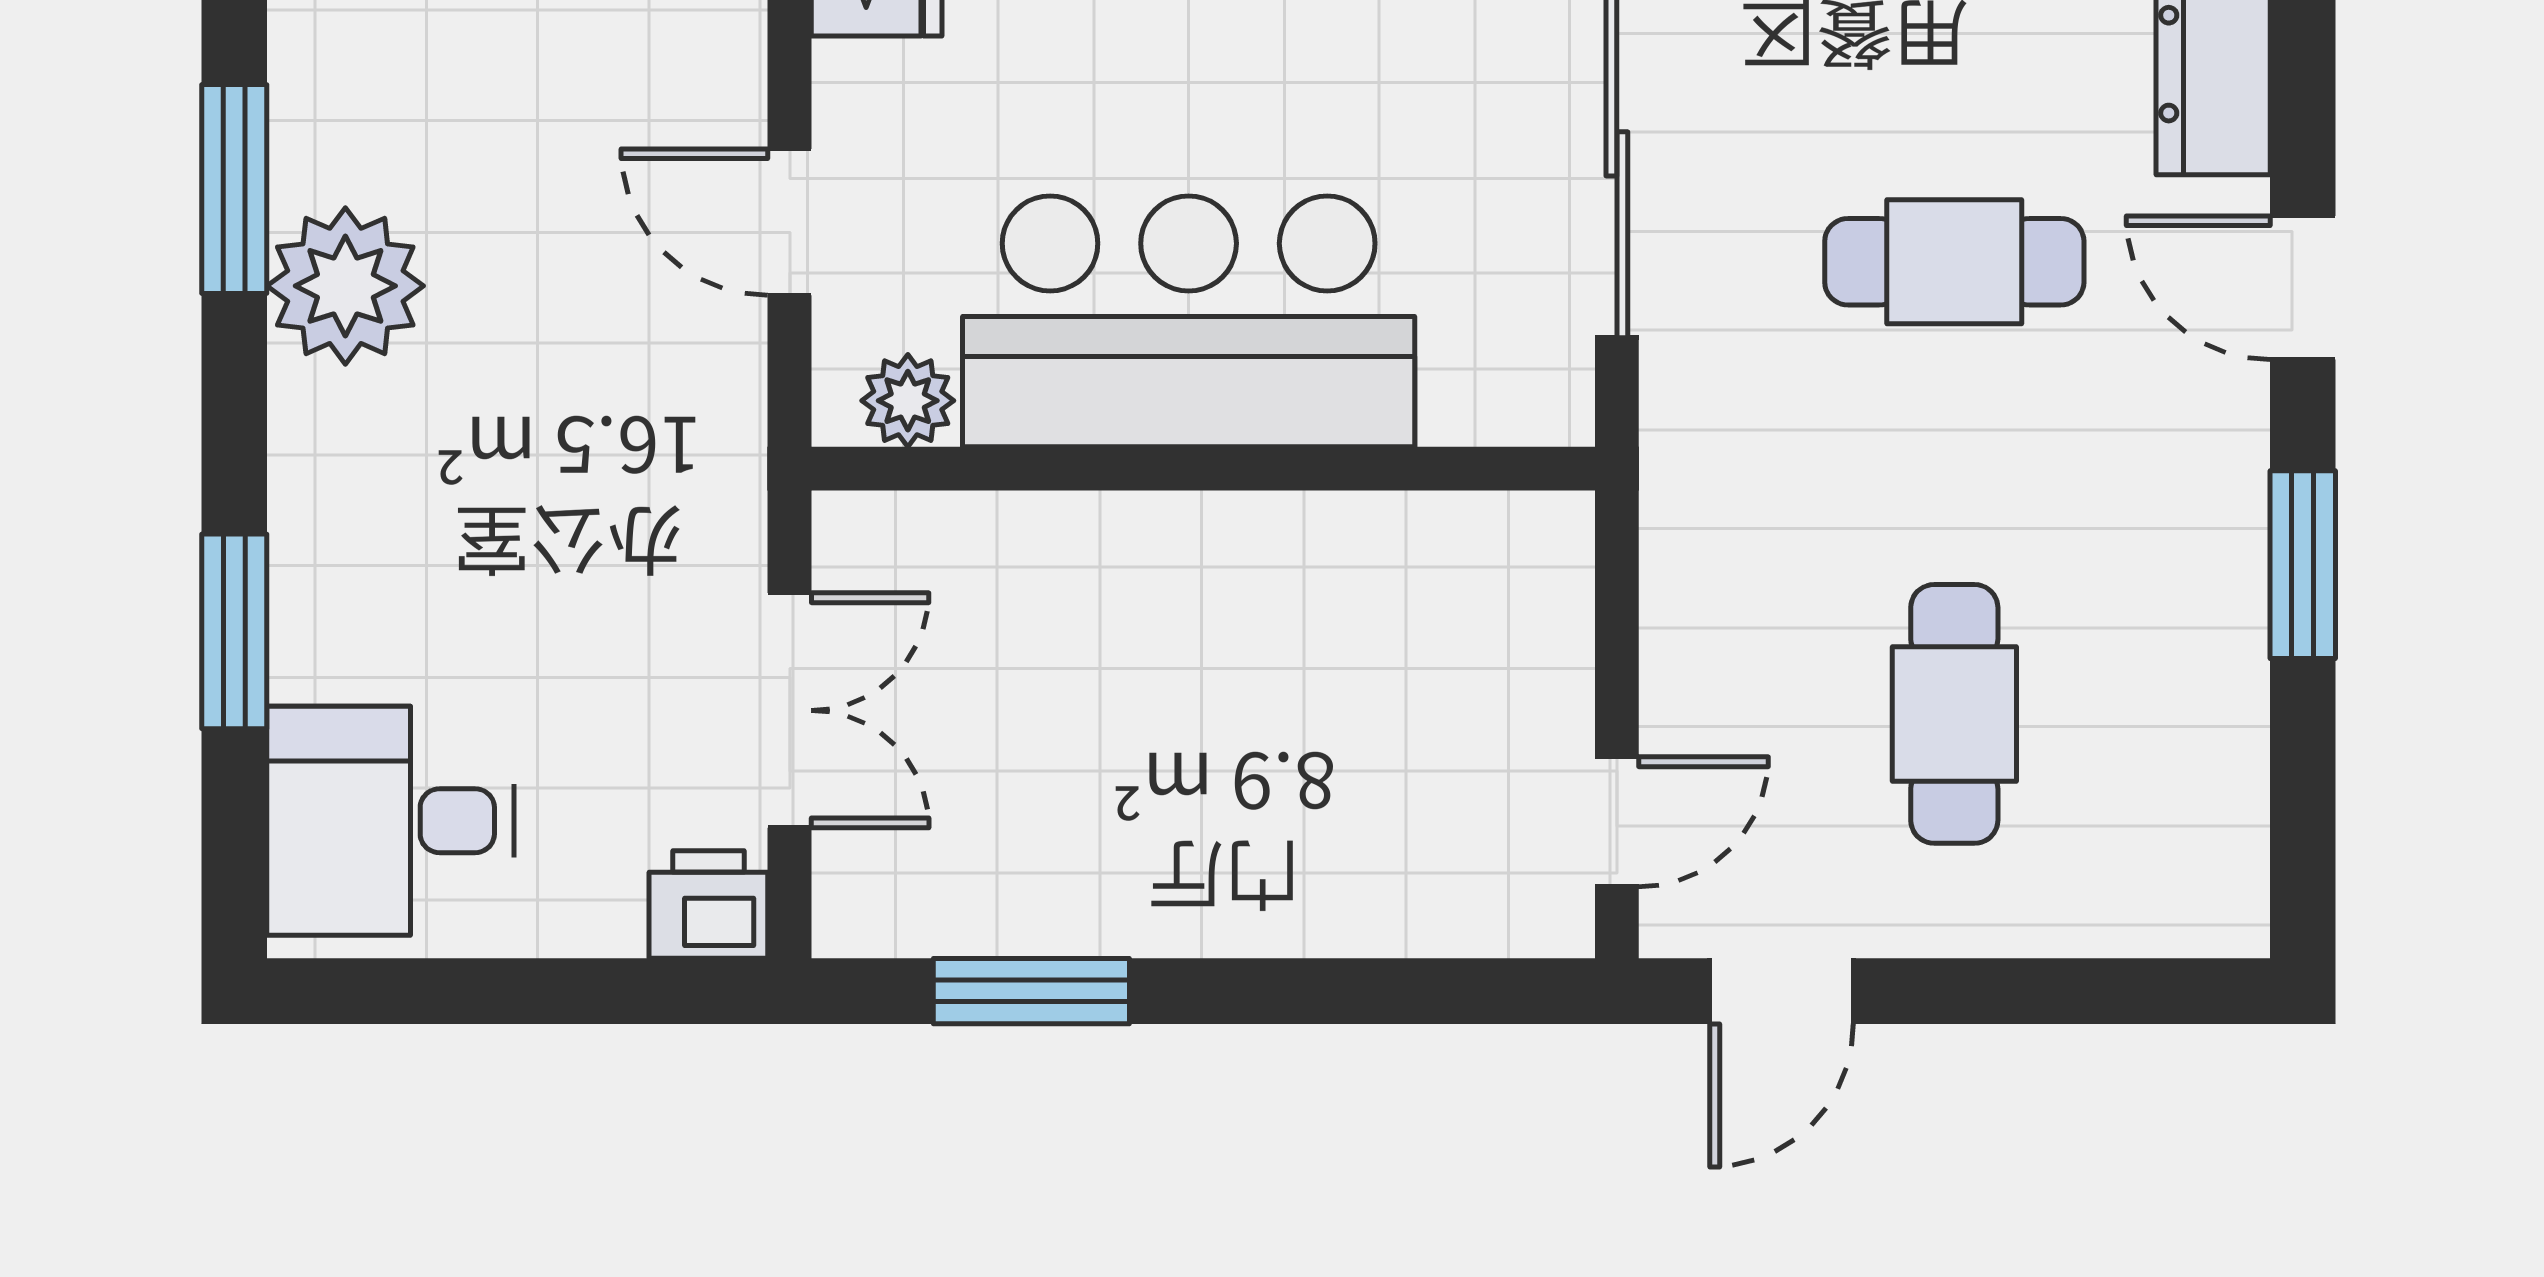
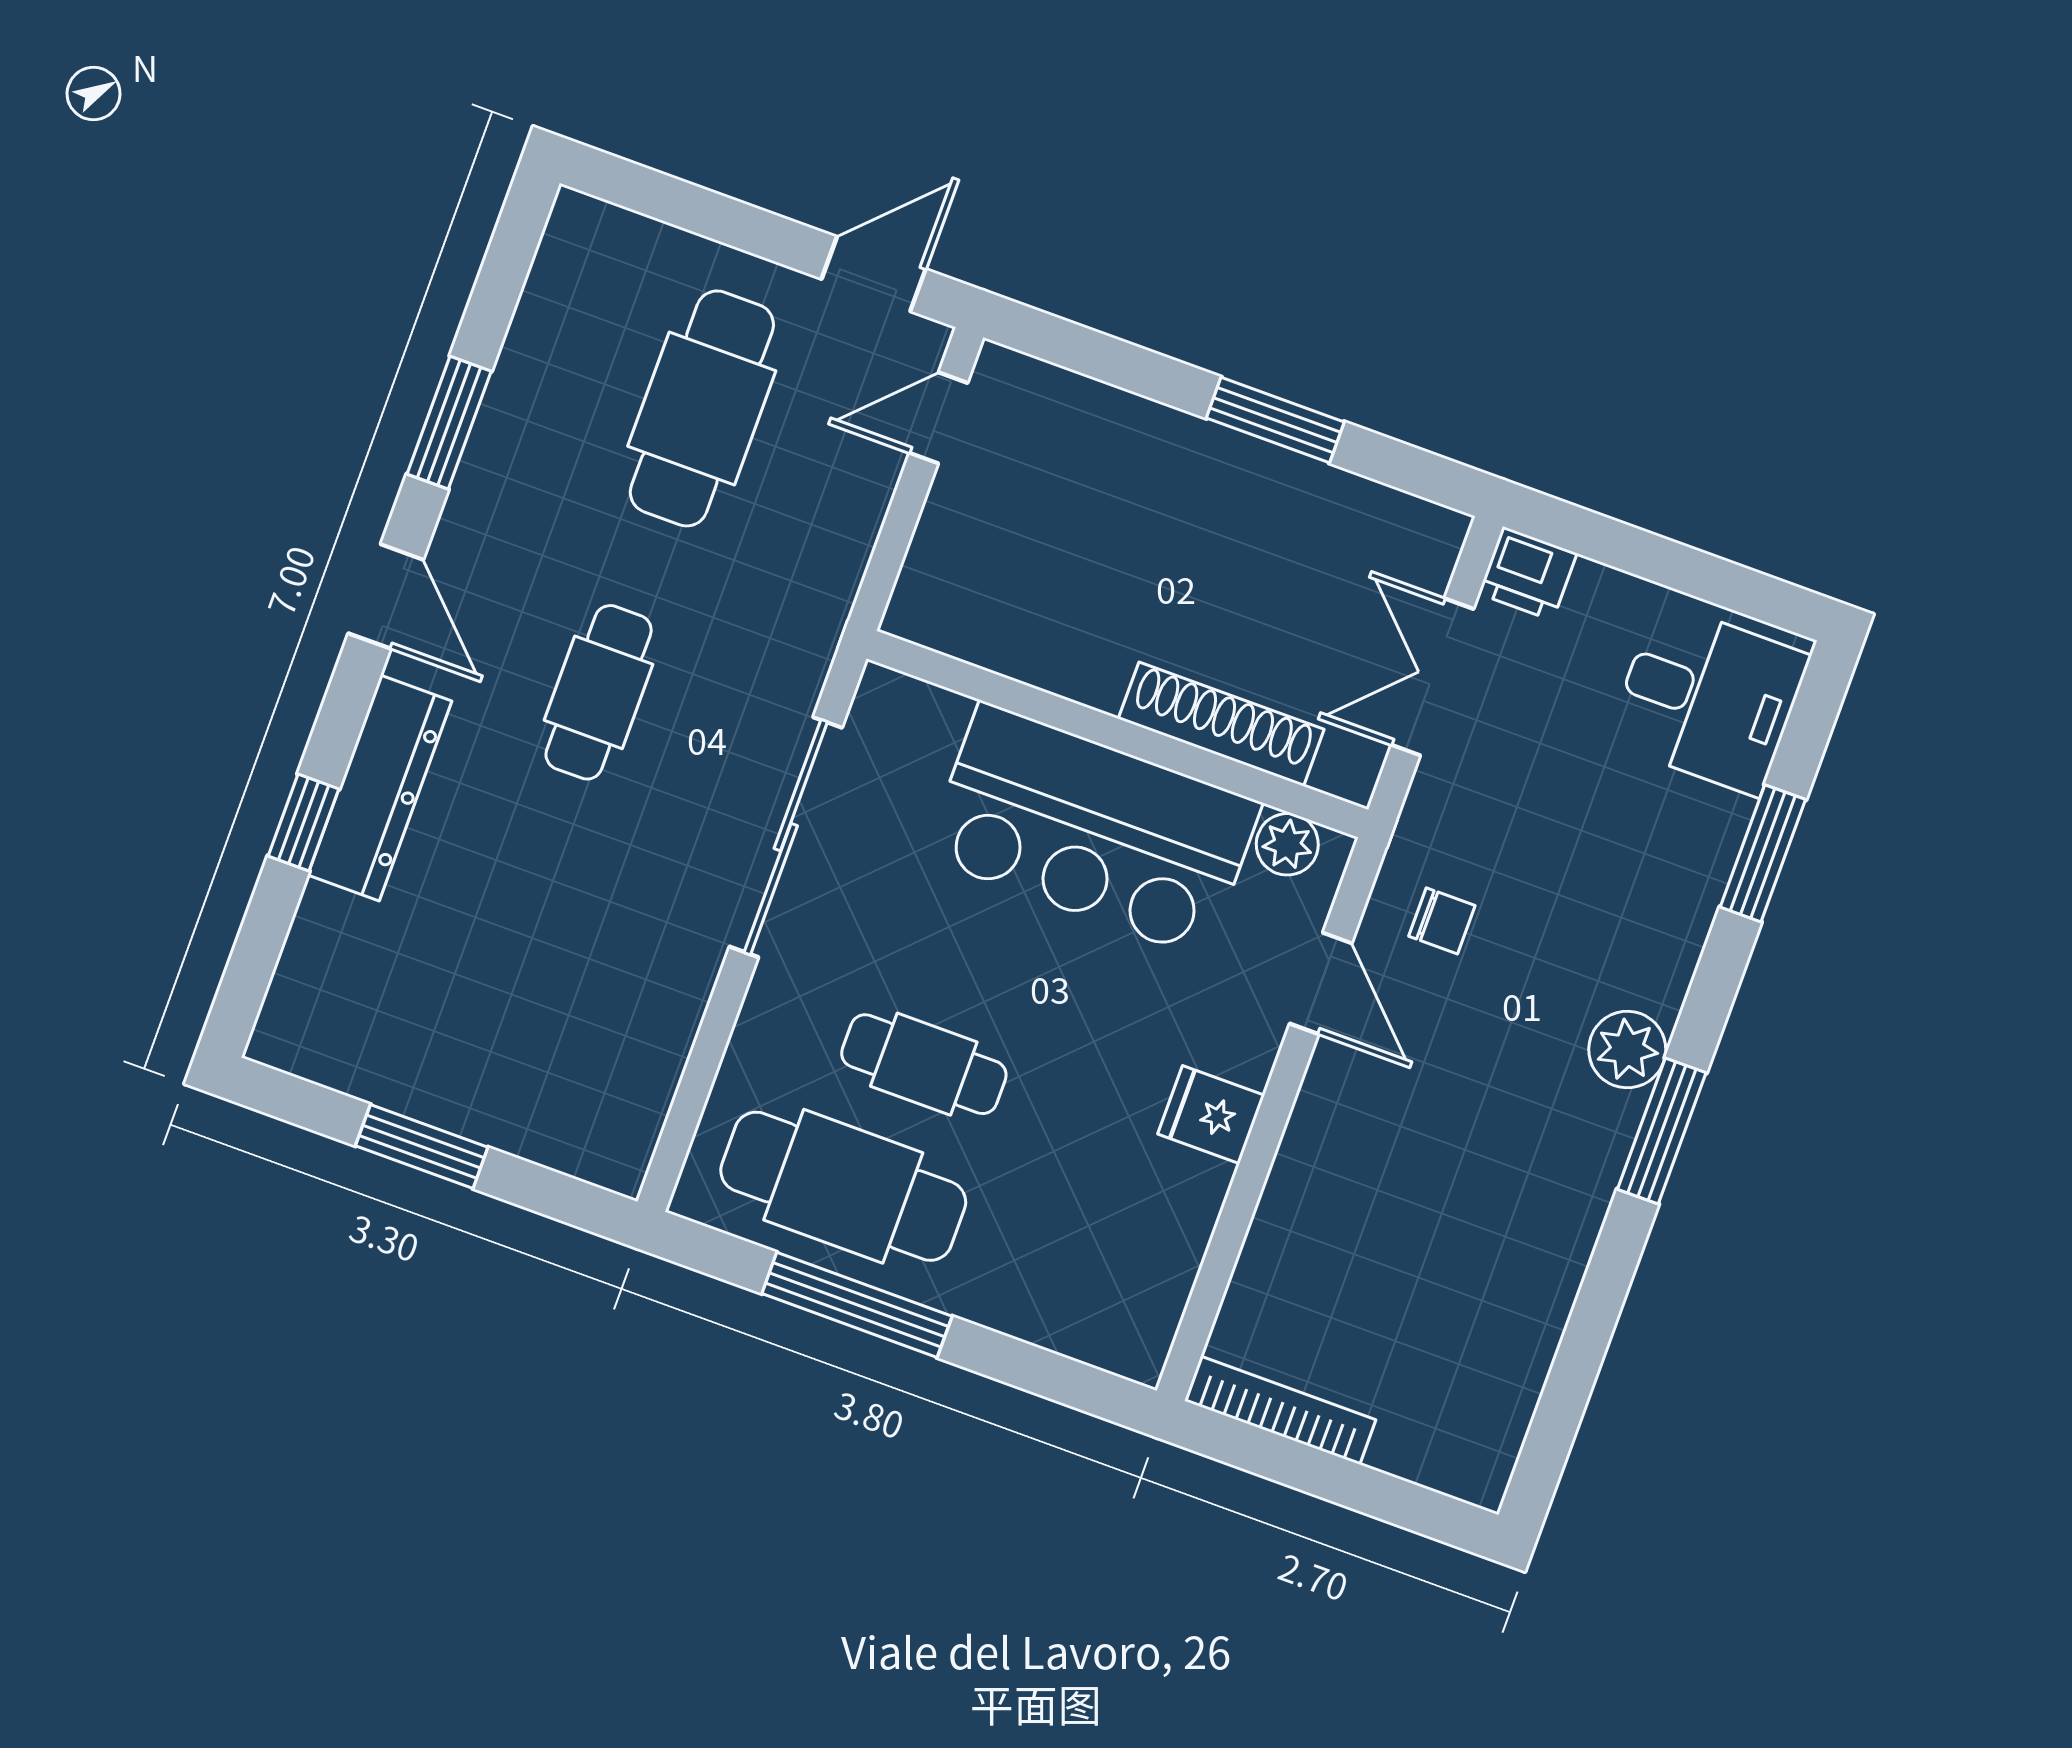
cafe table: (1954, 262) -> (599, 692), turned 90
plant: (345, 286) -> (1627, 1050), width x0.73, depth x0.73
chair: (651, 372) -> (1442, 921), added
shoe rack: (1062, 536) -> (1221, 724), added
cafe table: (1954, 714) -> (702, 408), width x1.37, depth x1.35
window: (1031, 991) -> (1275, 420), moved

